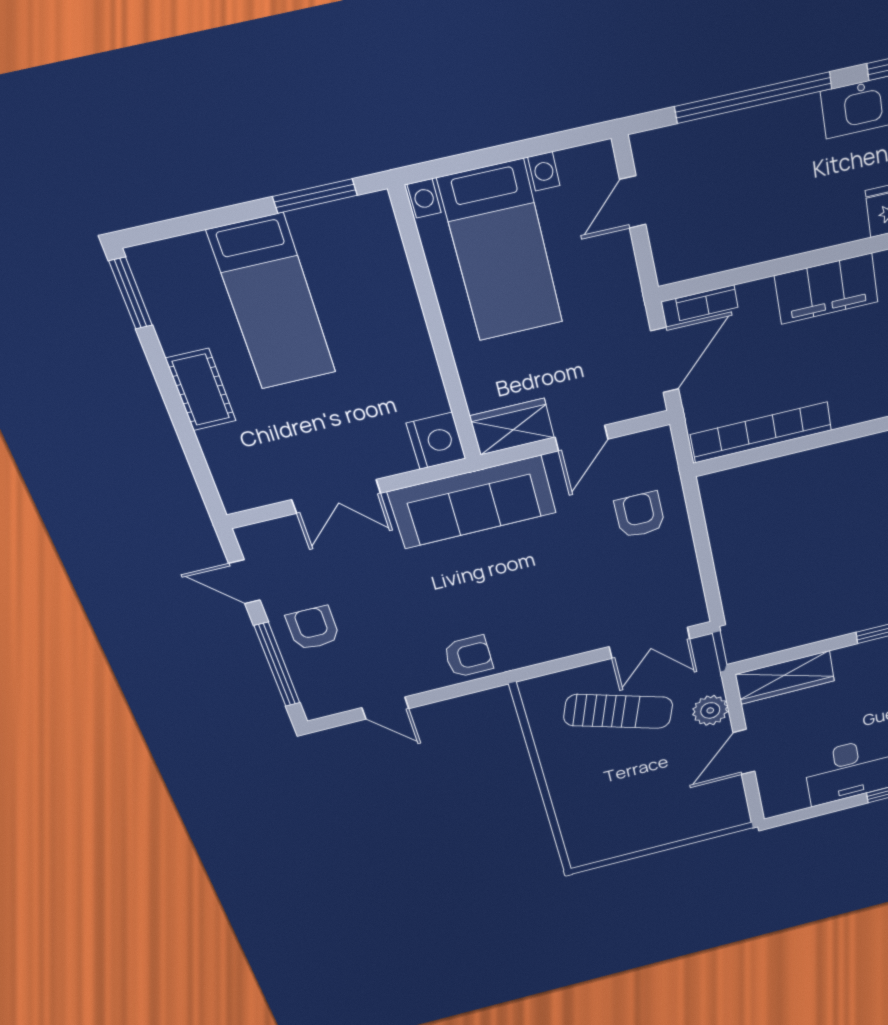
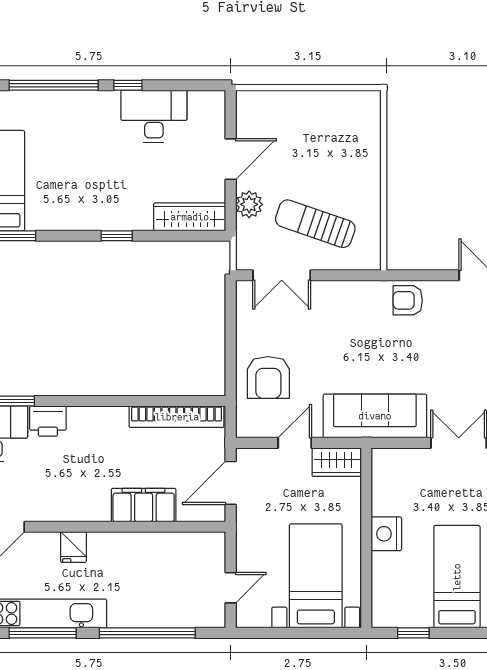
window: (315, 196) -> (413, 633), width x0.67
filing cabinet: (826, 289) -> (144, 505), moved
bookcase: (707, 303) -> (197, 514), removed
nightstand: (436, 441) -> (386, 534), moved
armchair: (640, 515) -> (268, 378), width x1.38, depth x1.38
double door: (650, 643) -> (282, 275), swing flipped

